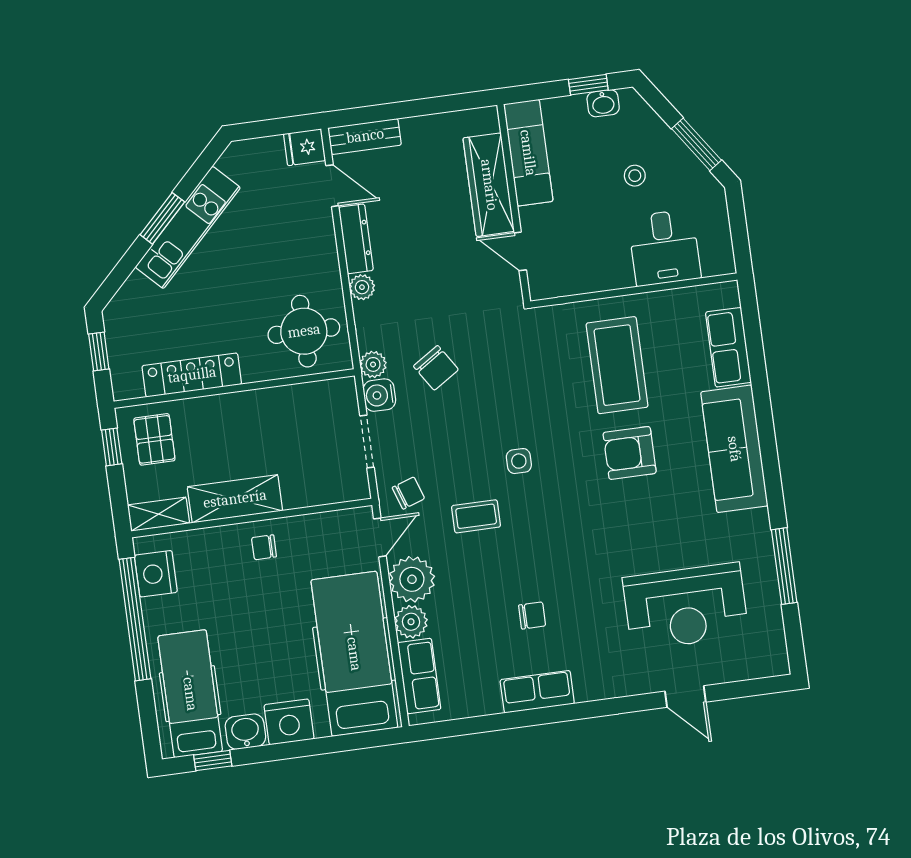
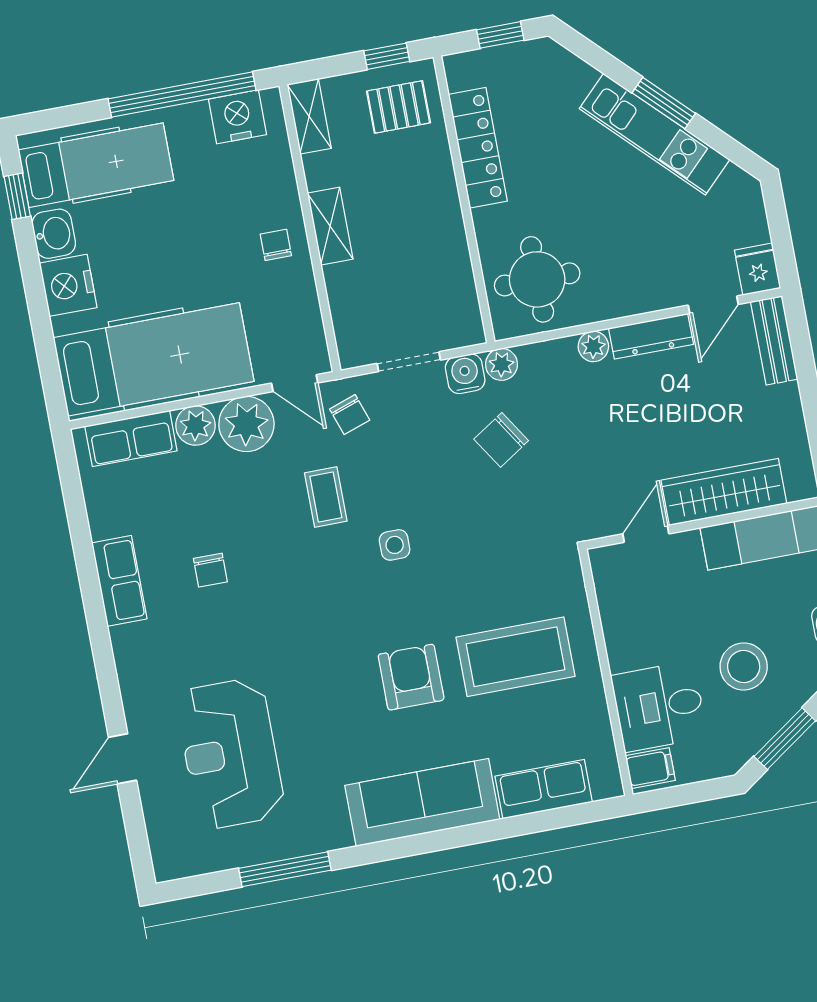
stool: (635, 176) -> (744, 666), width x1.89, depth x1.89
filing cabinet: (715, 258) -> (650, 768), added
shelving: (235, 499) -> (330, 226), width x0.67, depth x0.75

